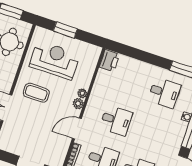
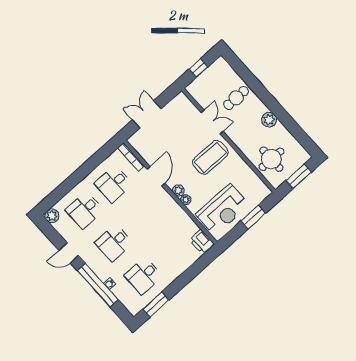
reception desk: (55, 60) -> (222, 210), moved
coffee table: (36, 93) -> (210, 157), width x1.36, depth x1.32
desk: (116, 120) -> (114, 243), moved

